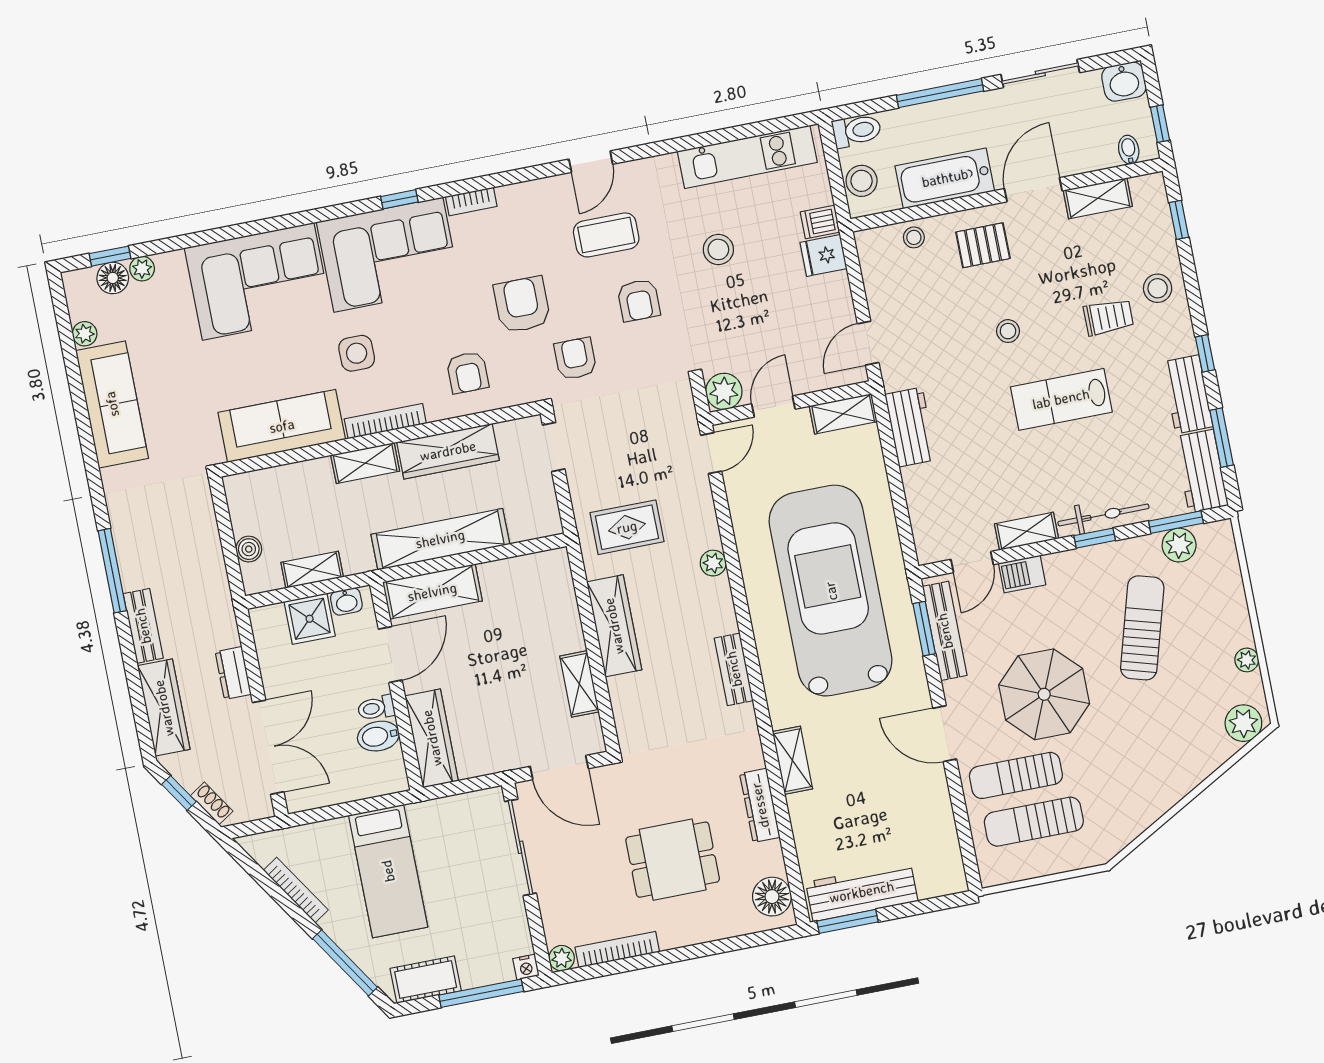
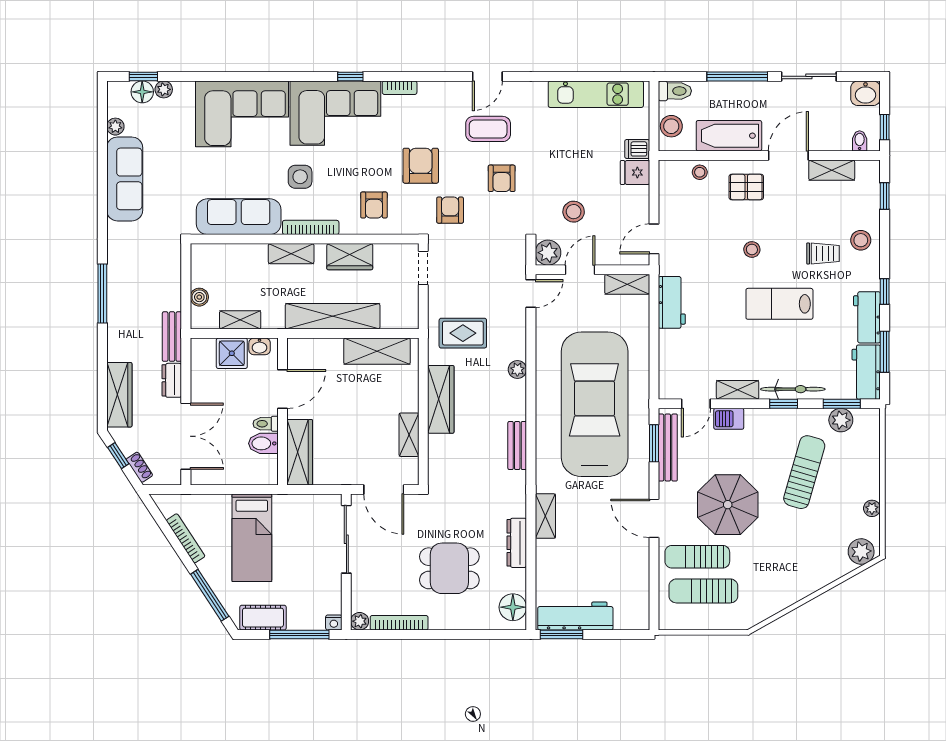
stool: (718, 249) -> (574, 212), moved
wardrobe: (448, 451) -> (350, 257), width x0.67
shelving: (432, 592) -> (377, 351), moved
bench: (143, 626) -> (172, 337), moved

